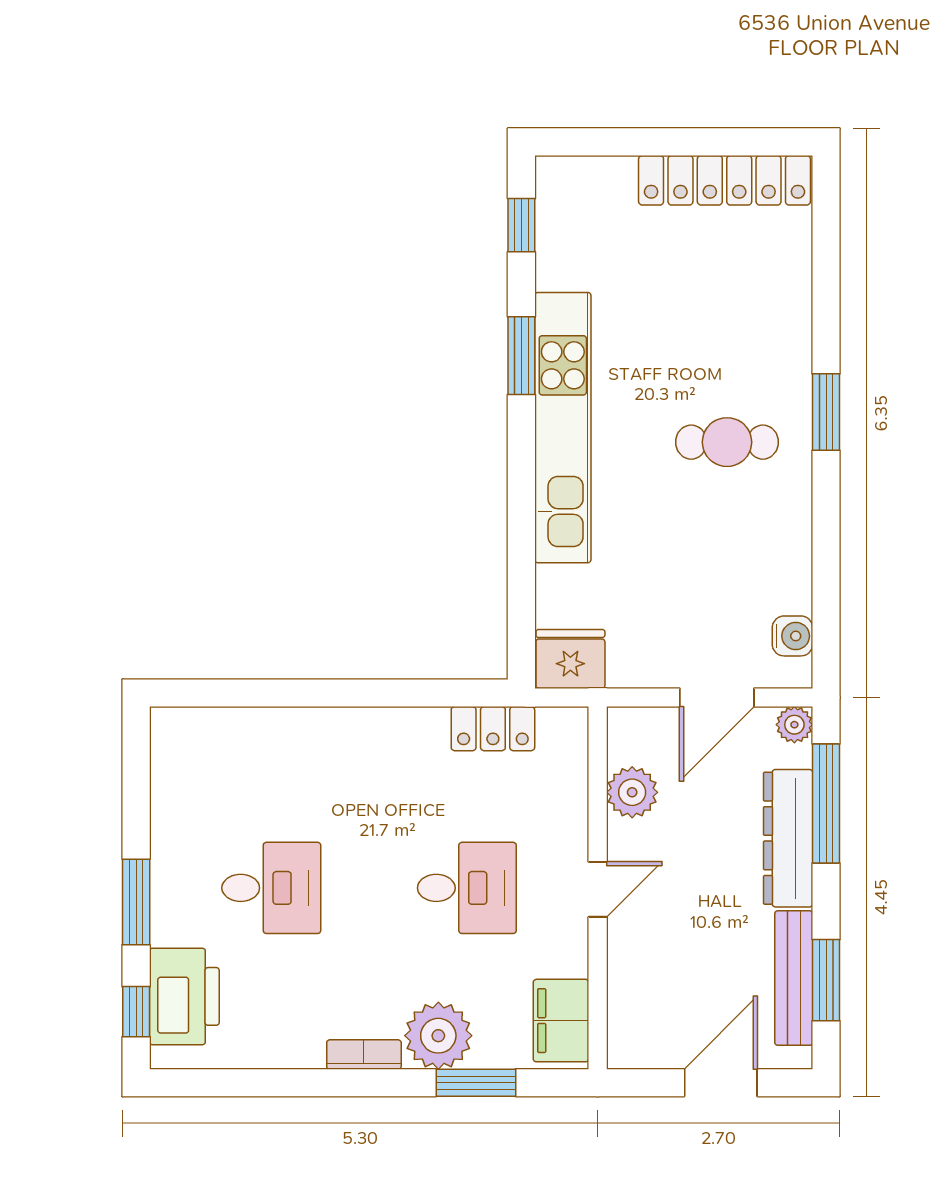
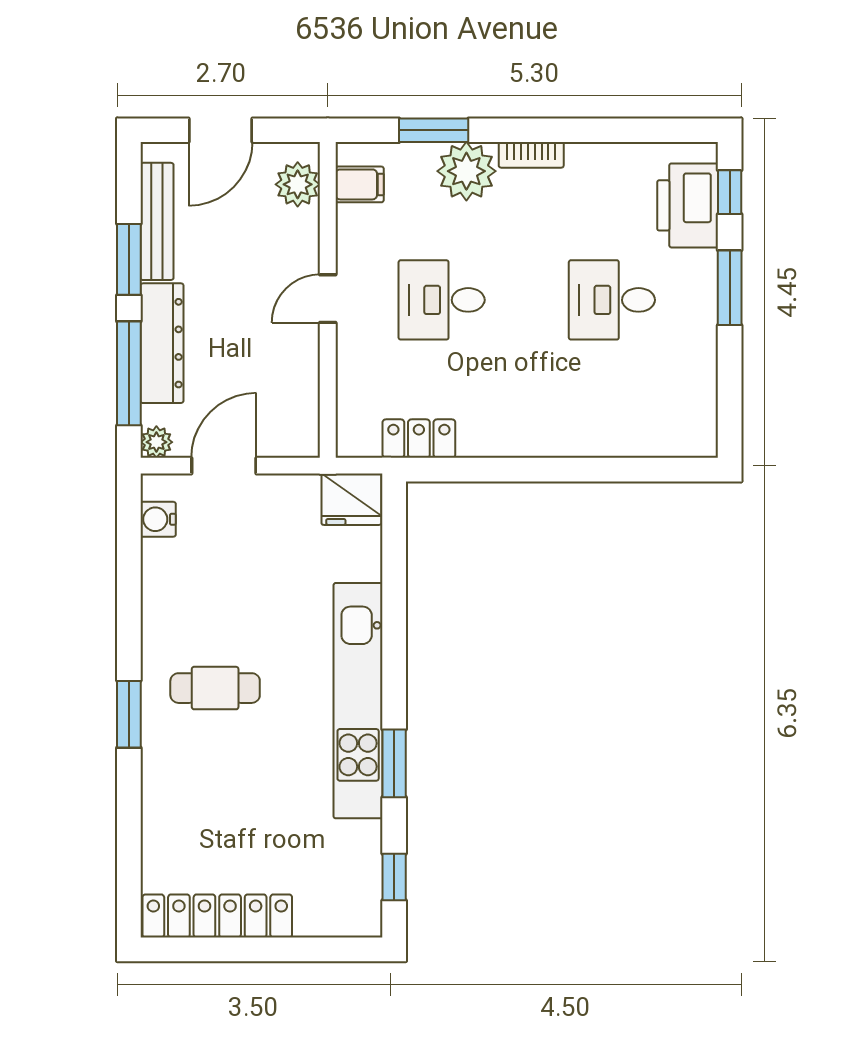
plant: (632, 792) -> (298, 184), moved
window: (826, 980) -> (129, 259), moved
filing cabinet: (561, 1021) -> (360, 184), width x0.50

